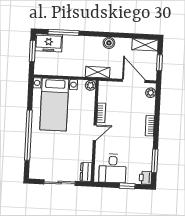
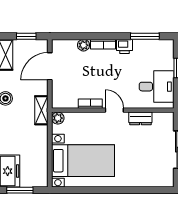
plant: (151, 93) -> (84, 45), moved
window: (28, 135) -> (121, 190), removed
dresser: (86, 172) -> (140, 118), moved
printer: (145, 178) -> (124, 46), moved

